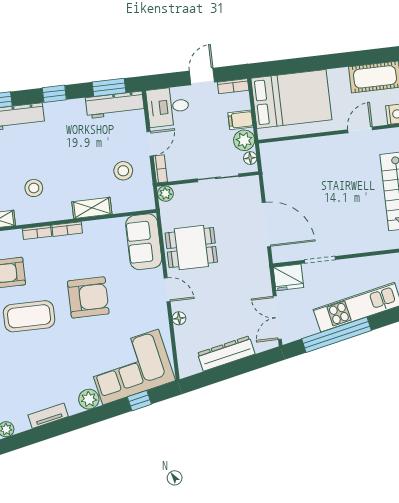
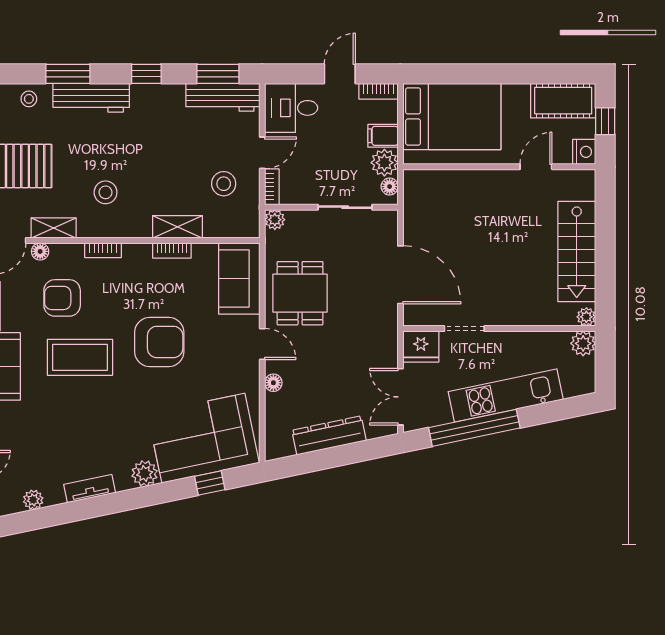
bookcase: (67, 229) -> (172, 251), moved
dining table: (191, 248) -> (300, 293), turned 90

